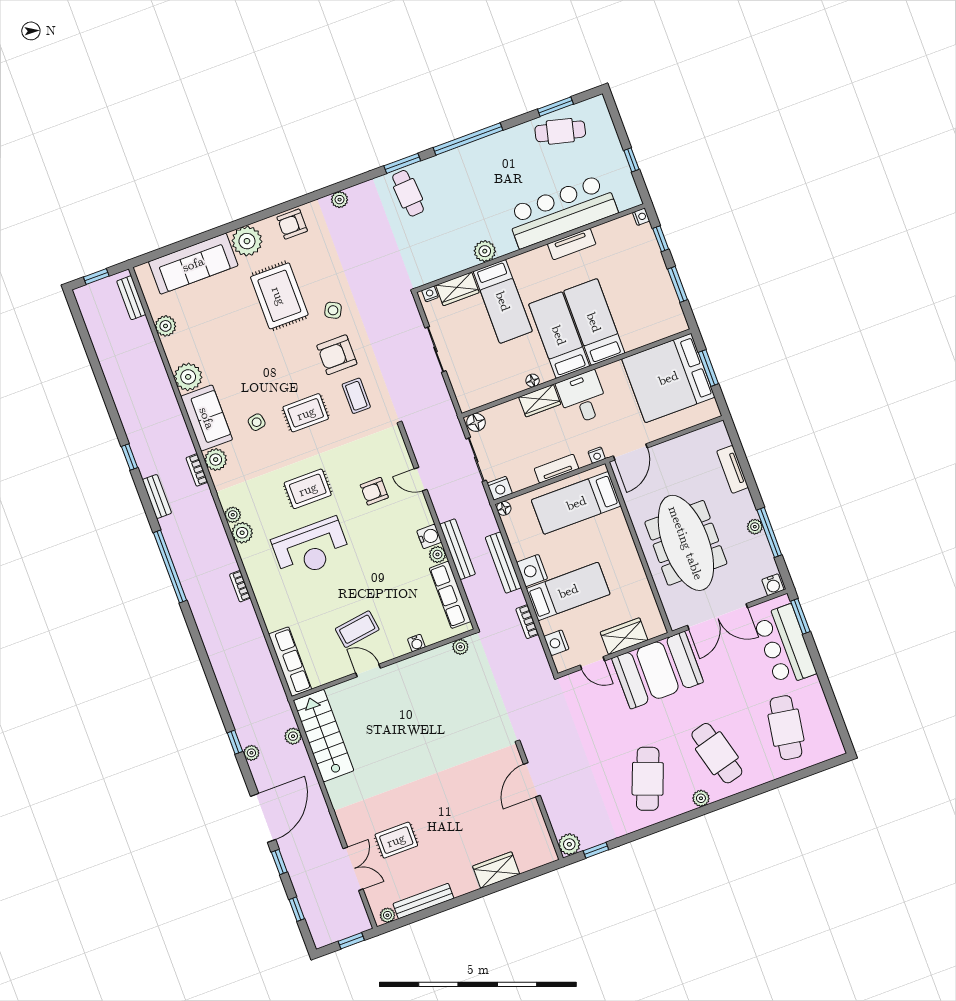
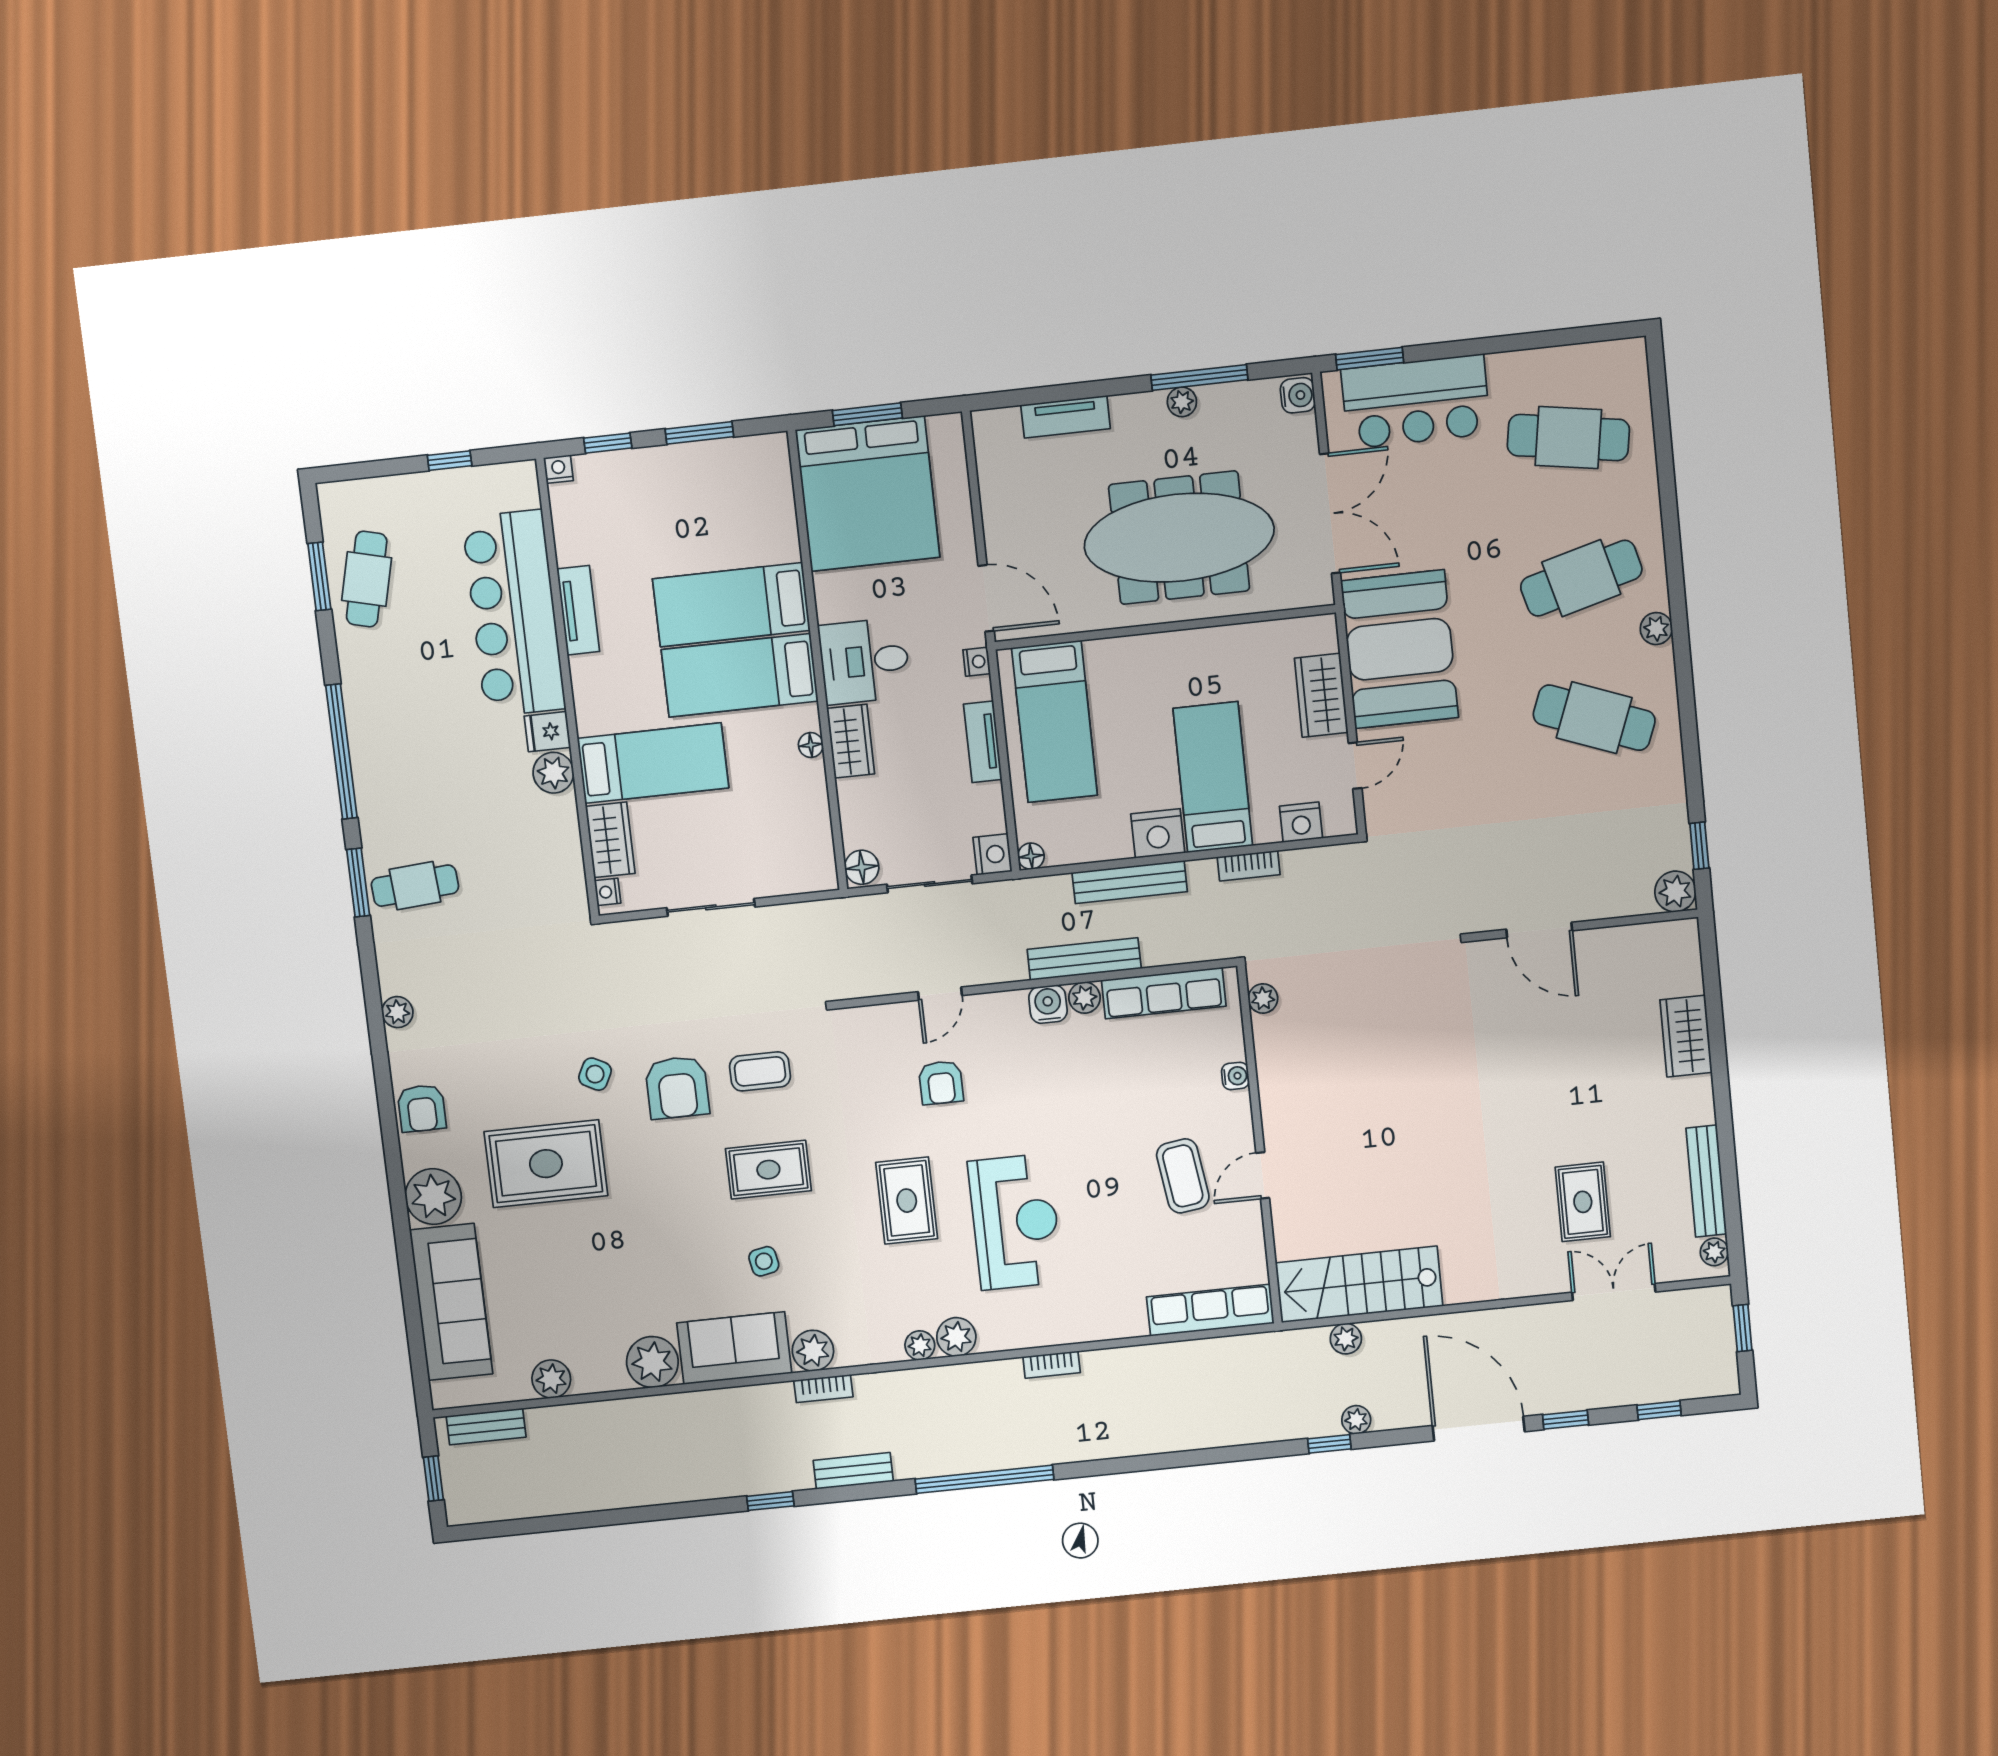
fridge: (505, 243) -> (547, 732), added
rug: (306, 413) -> (768, 1170), turned 90

